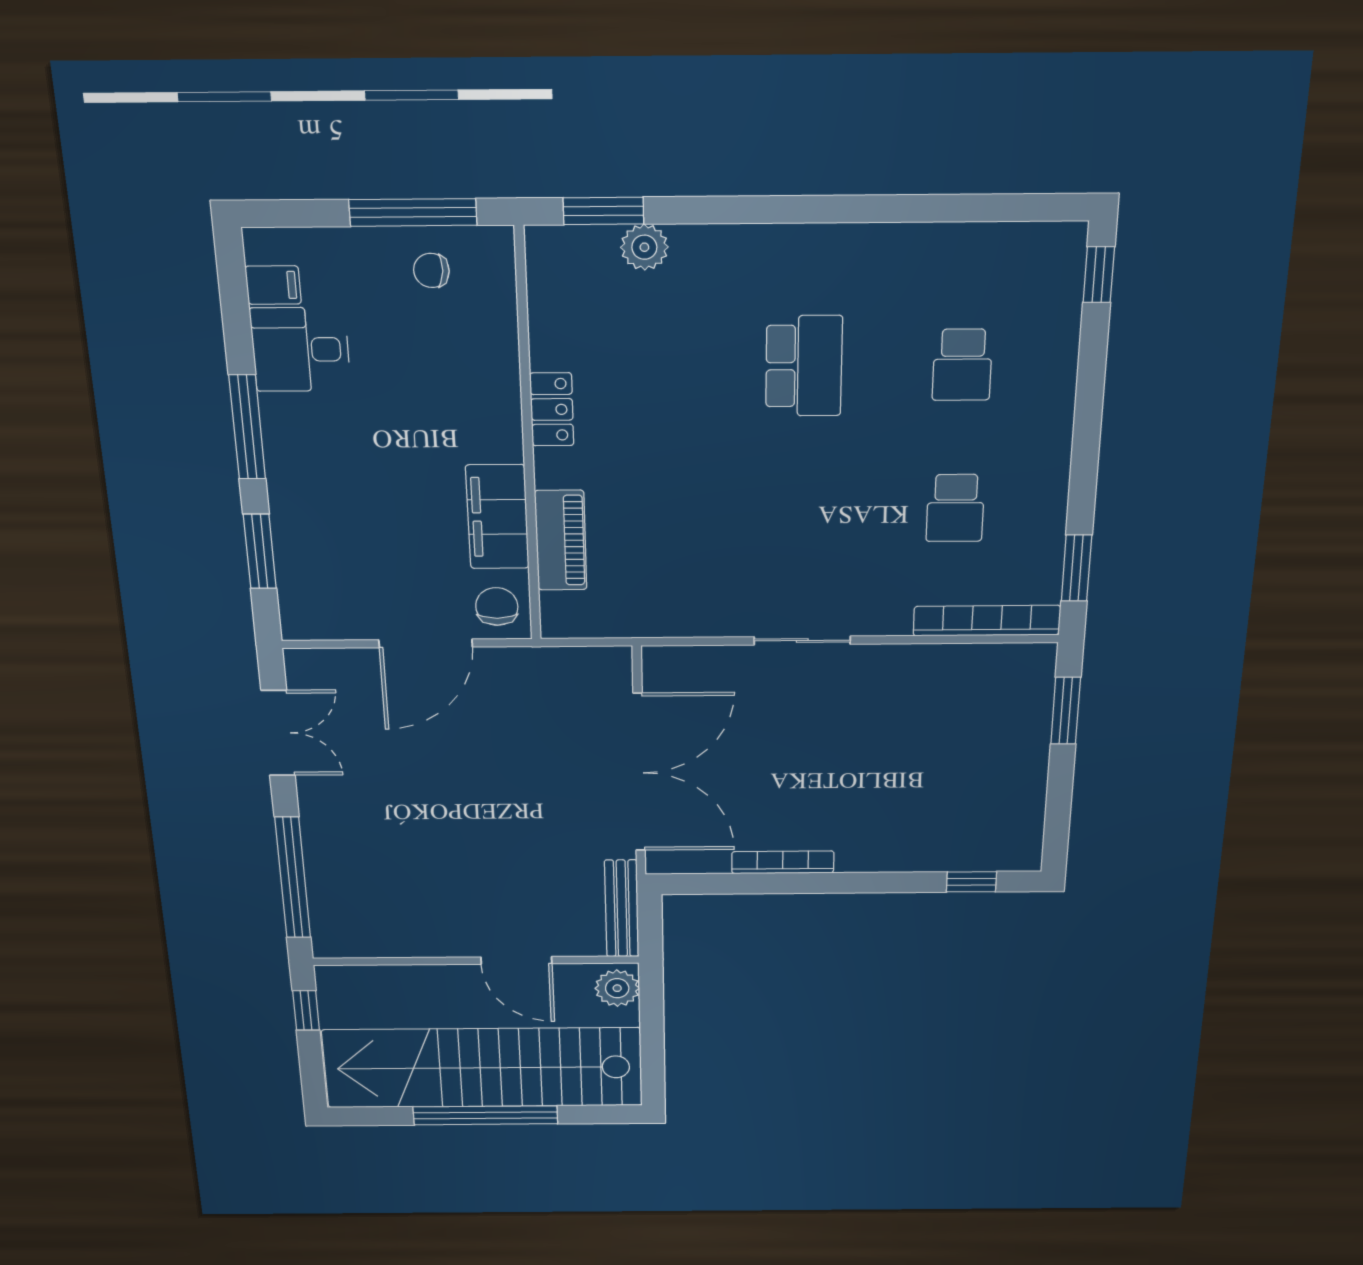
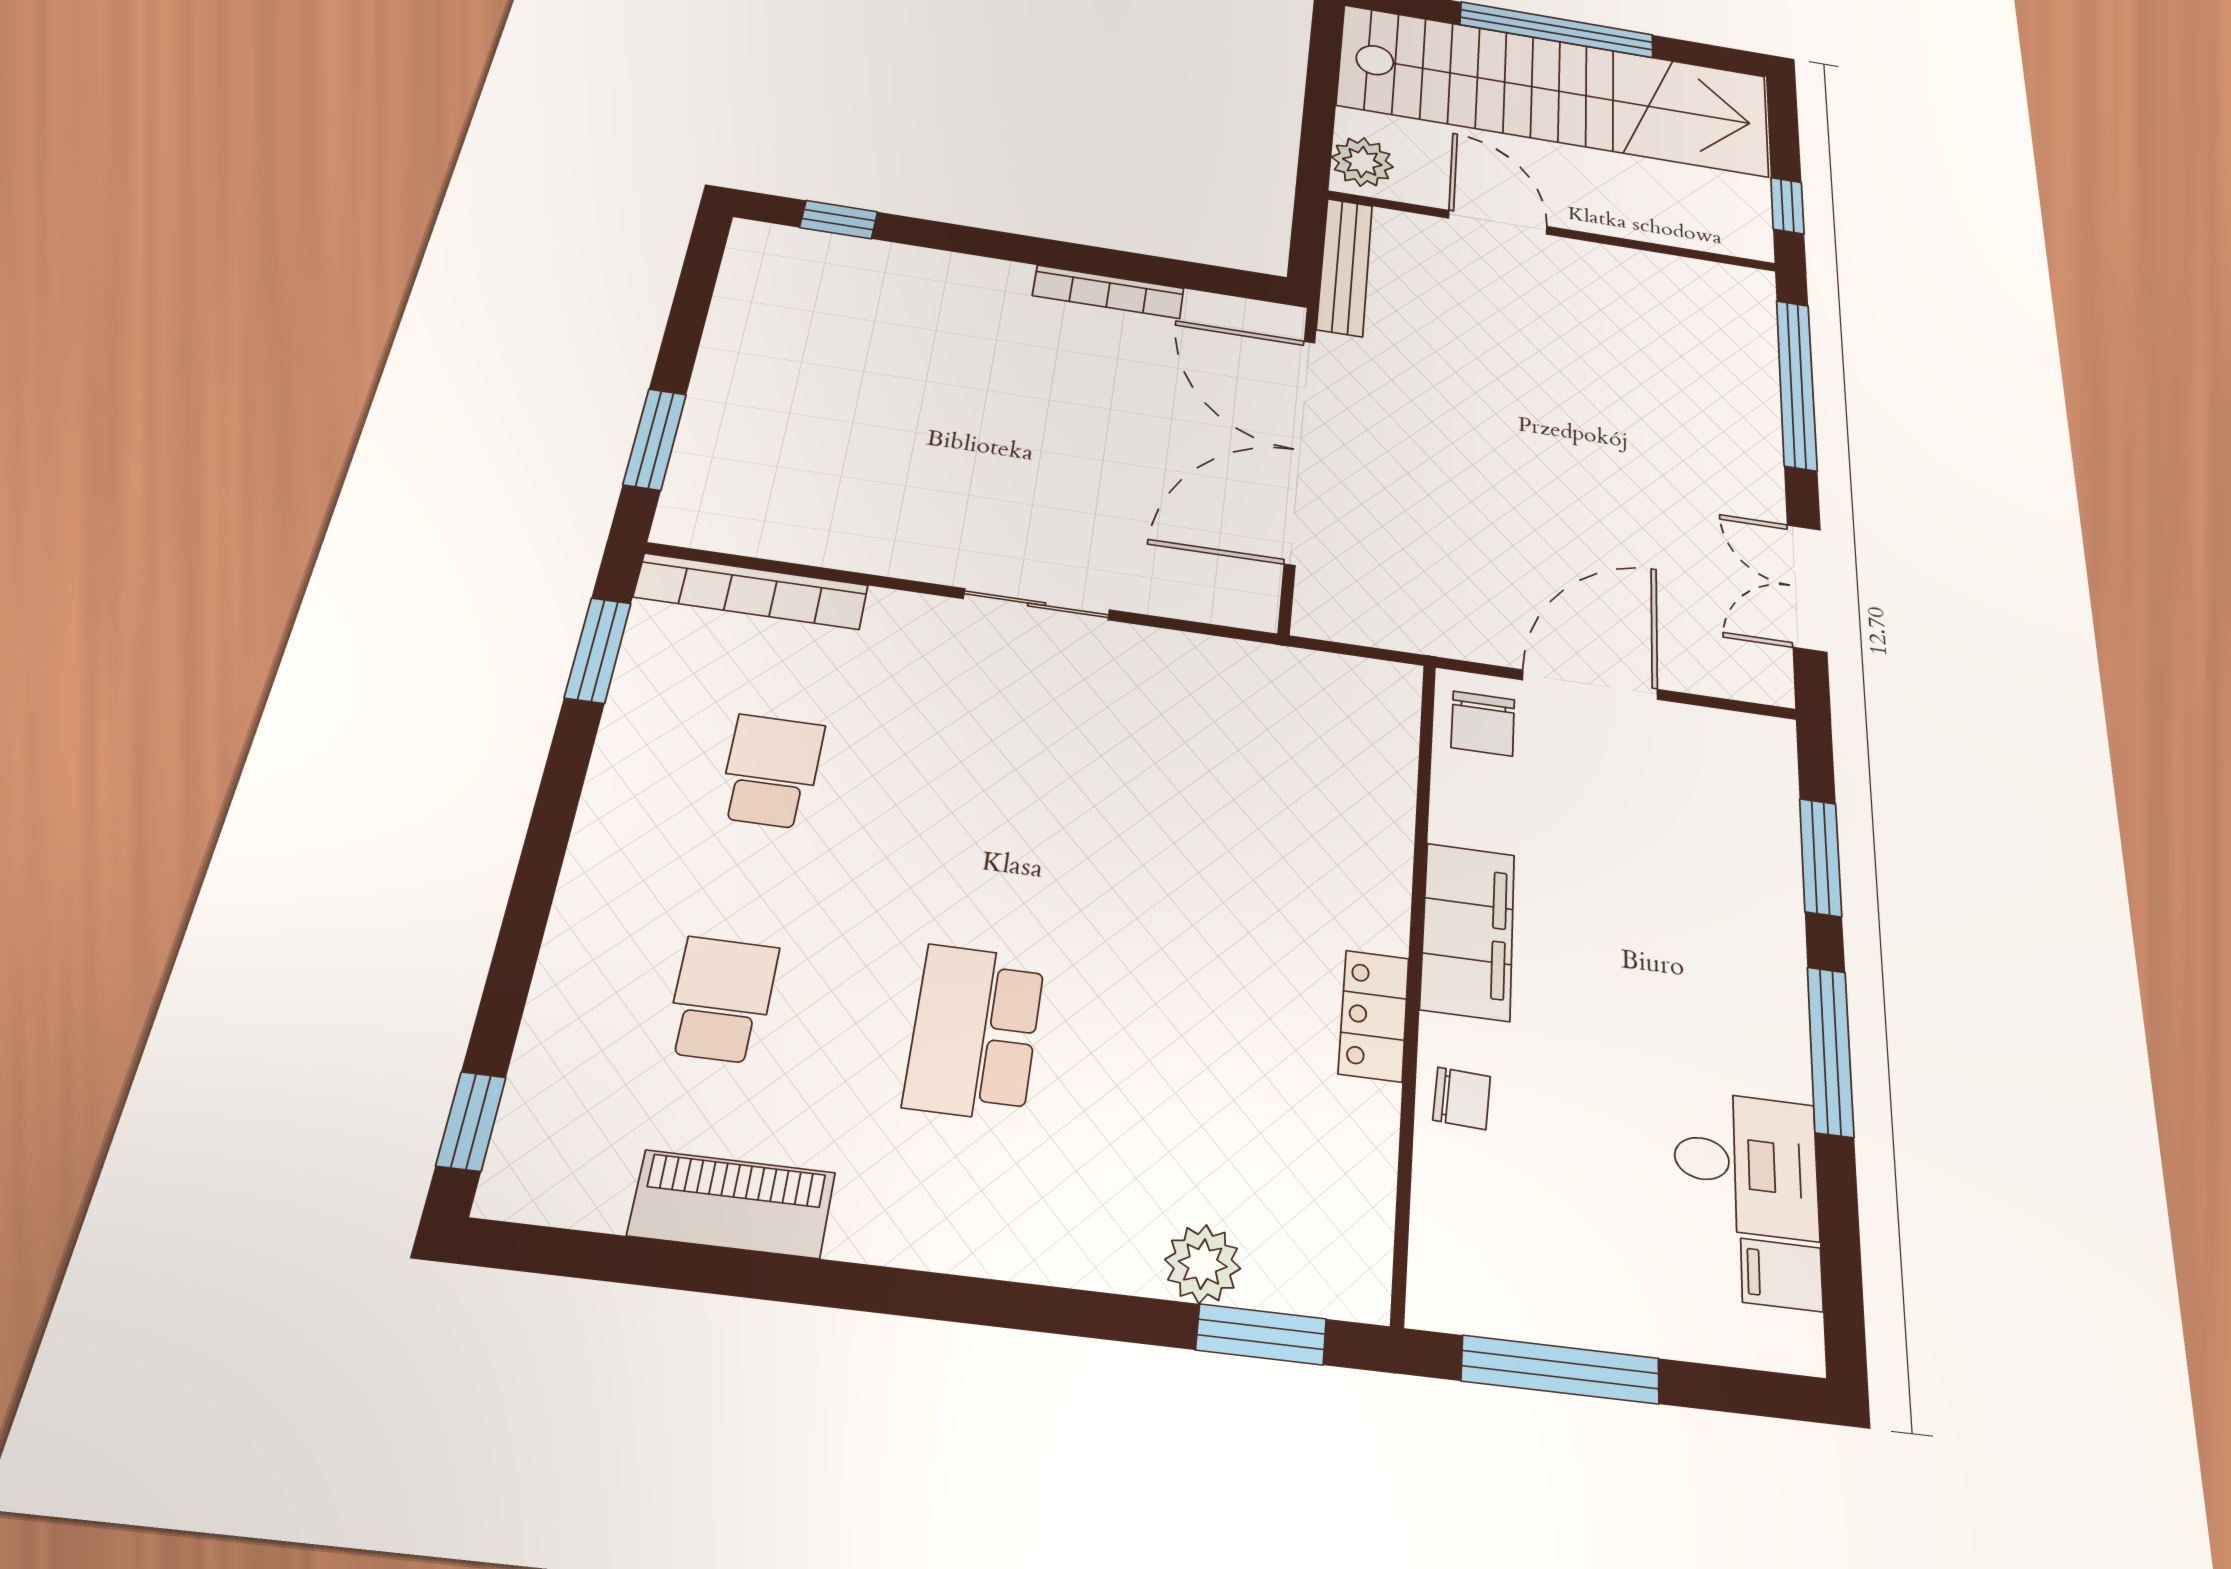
chair: (431, 270) -> (1462, 1098), moved
filing cabinet: (497, 517) -> (1468, 931), moved
piano: (561, 540) -> (732, 1204), moved, turned 90

